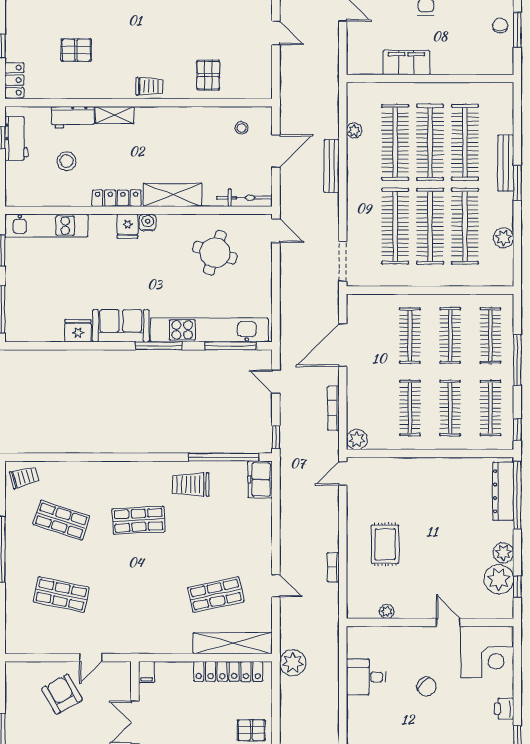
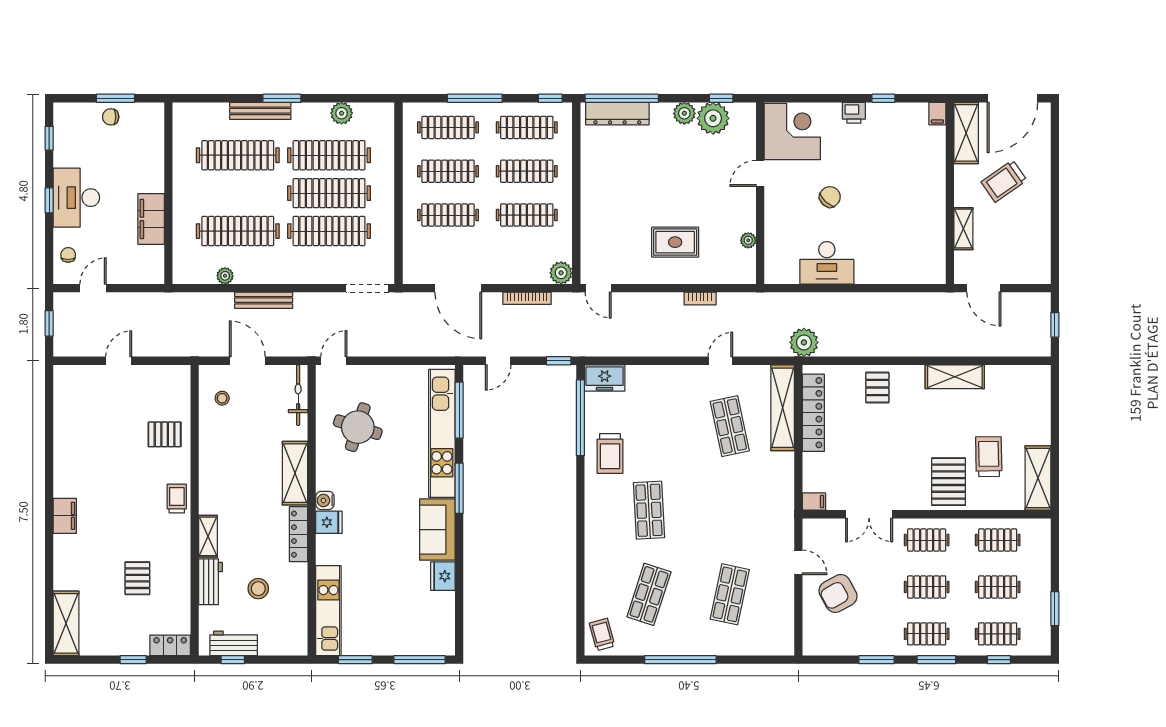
clothes rail: (430, 142) -> (238, 193), removed
desk: (366, 677) -> (827, 263), width x1.37

